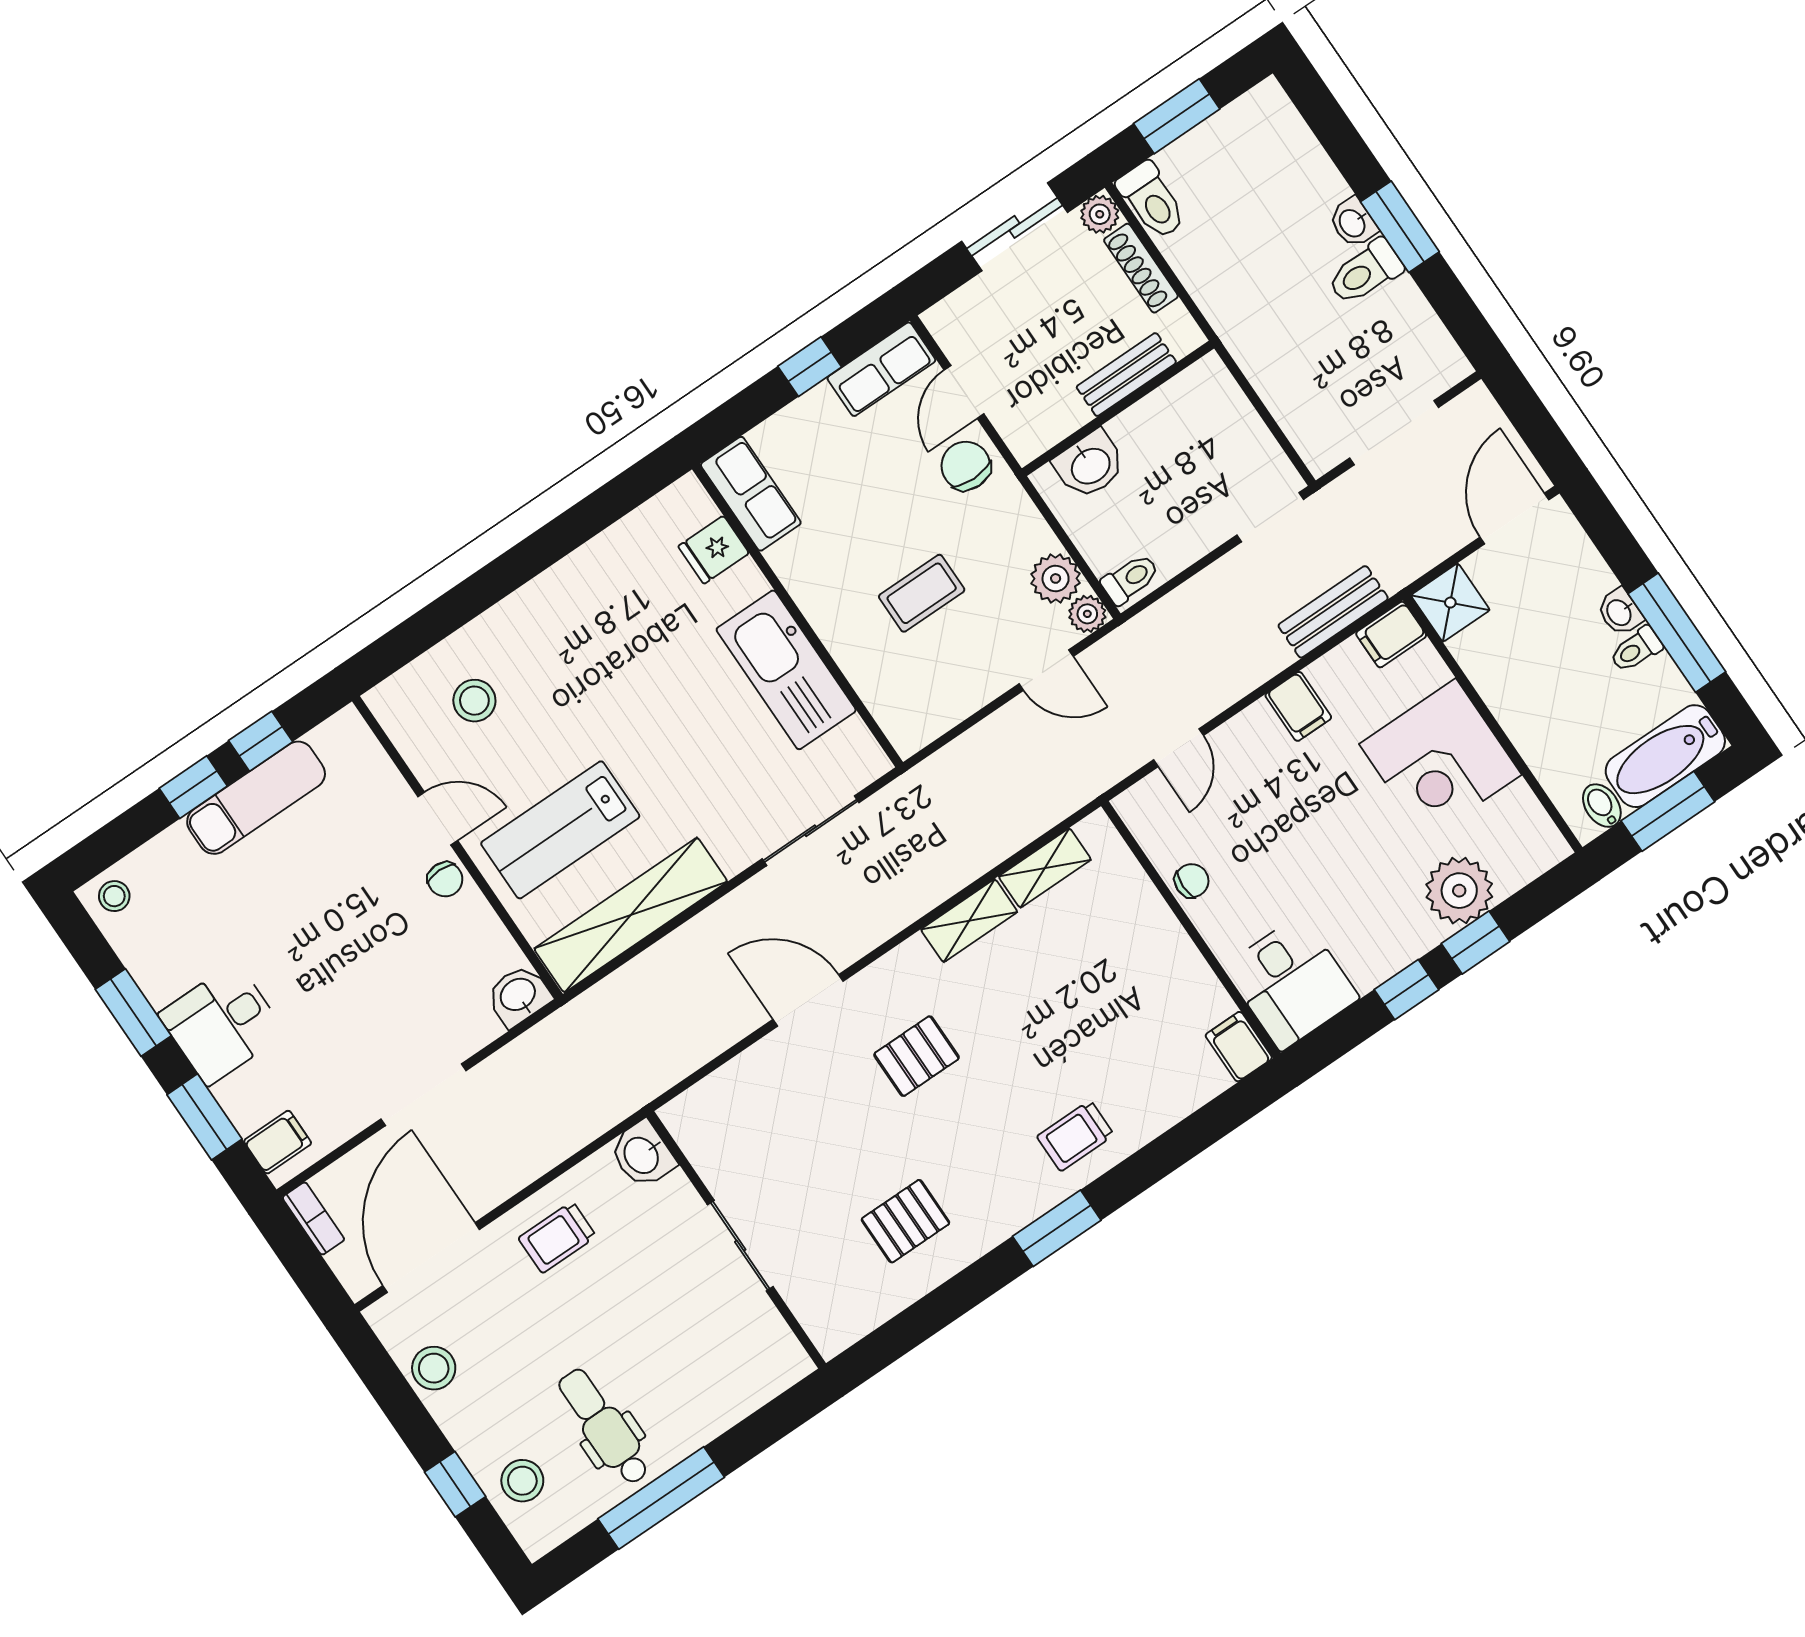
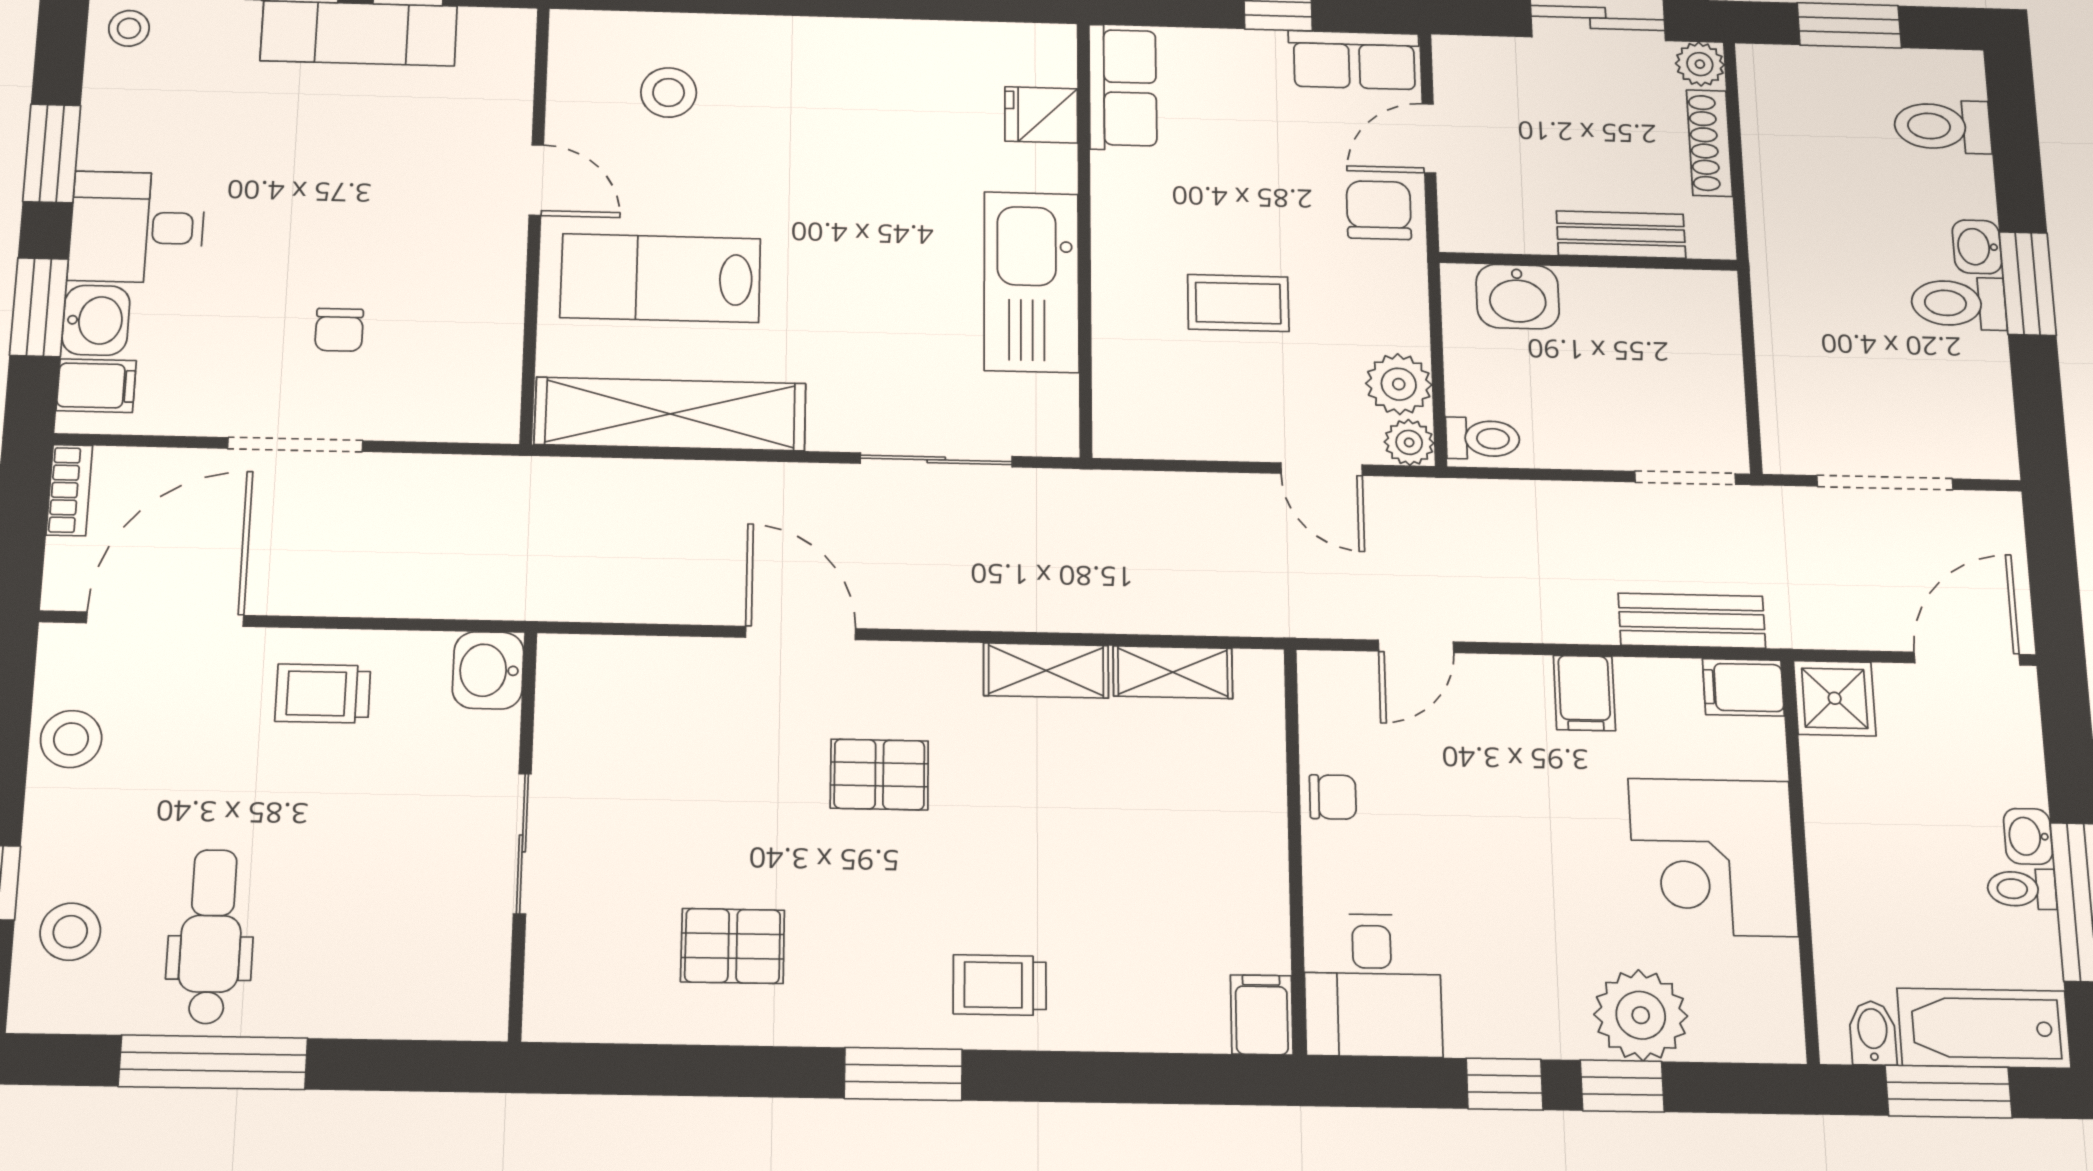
toilet: (1152, 201) -> (1942, 126), moved, turned 90
chair: (445, 879) -> (339, 330), moved
washbasin: (519, 996) -> (96, 320), moved, turned 90

